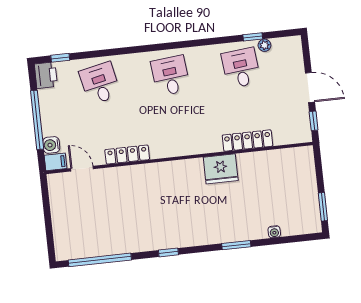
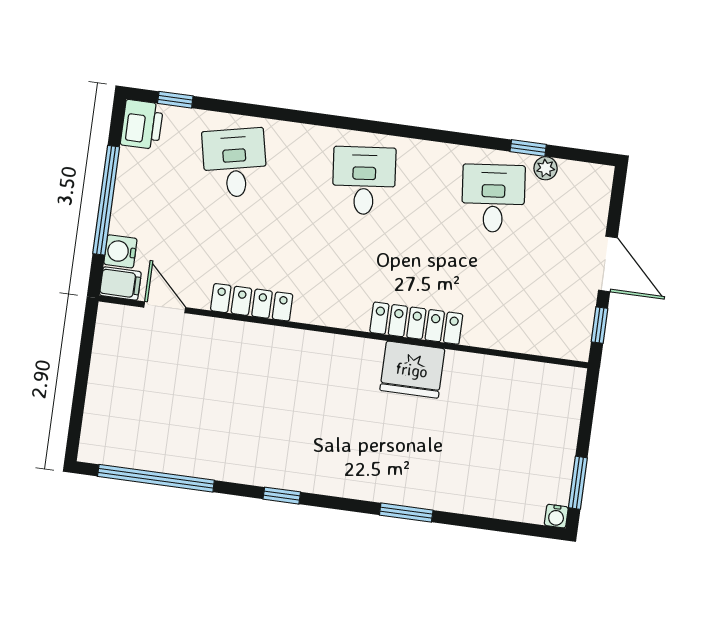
locker: (247, 141) -> (416, 323), moved
water cooler: (274, 232) -> (556, 516), moved

